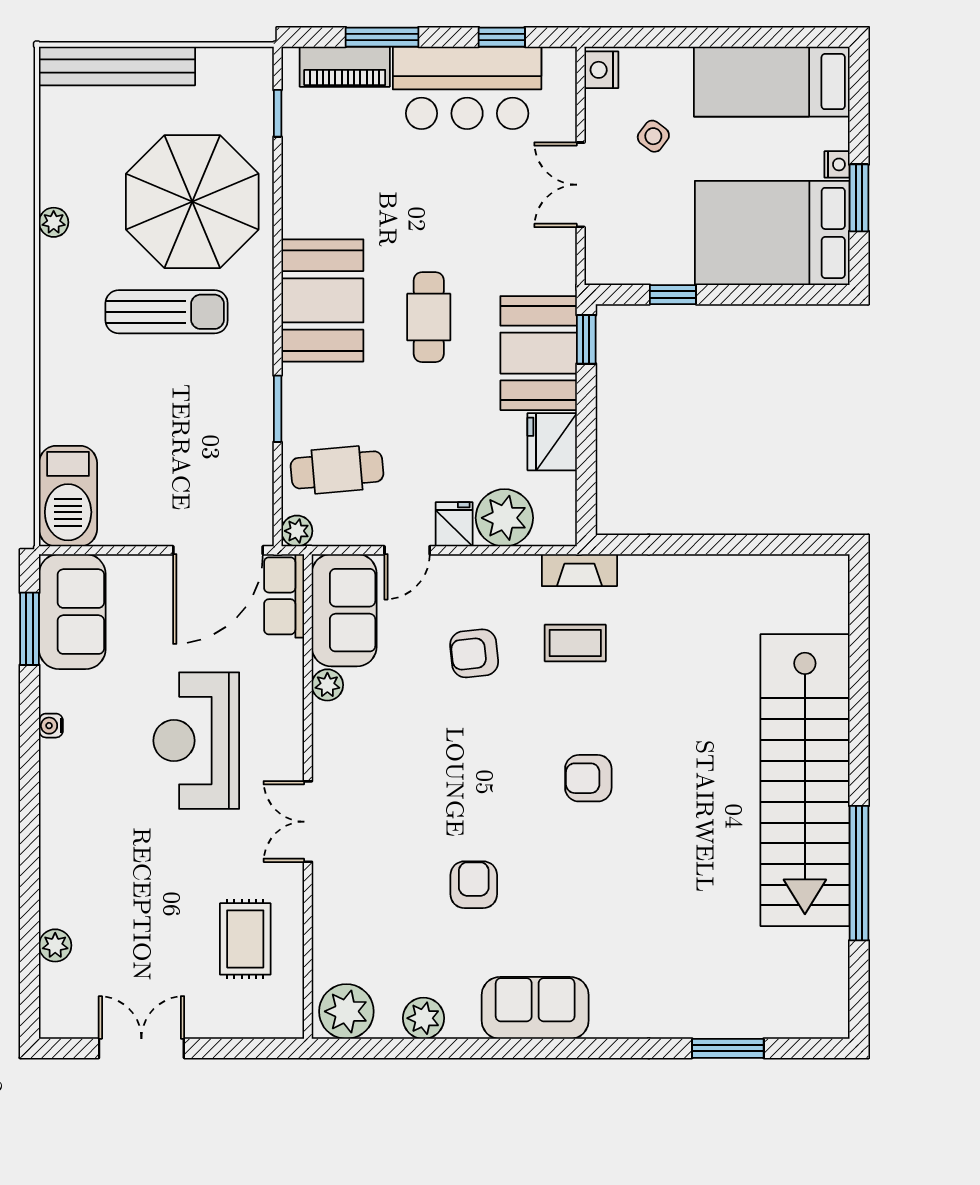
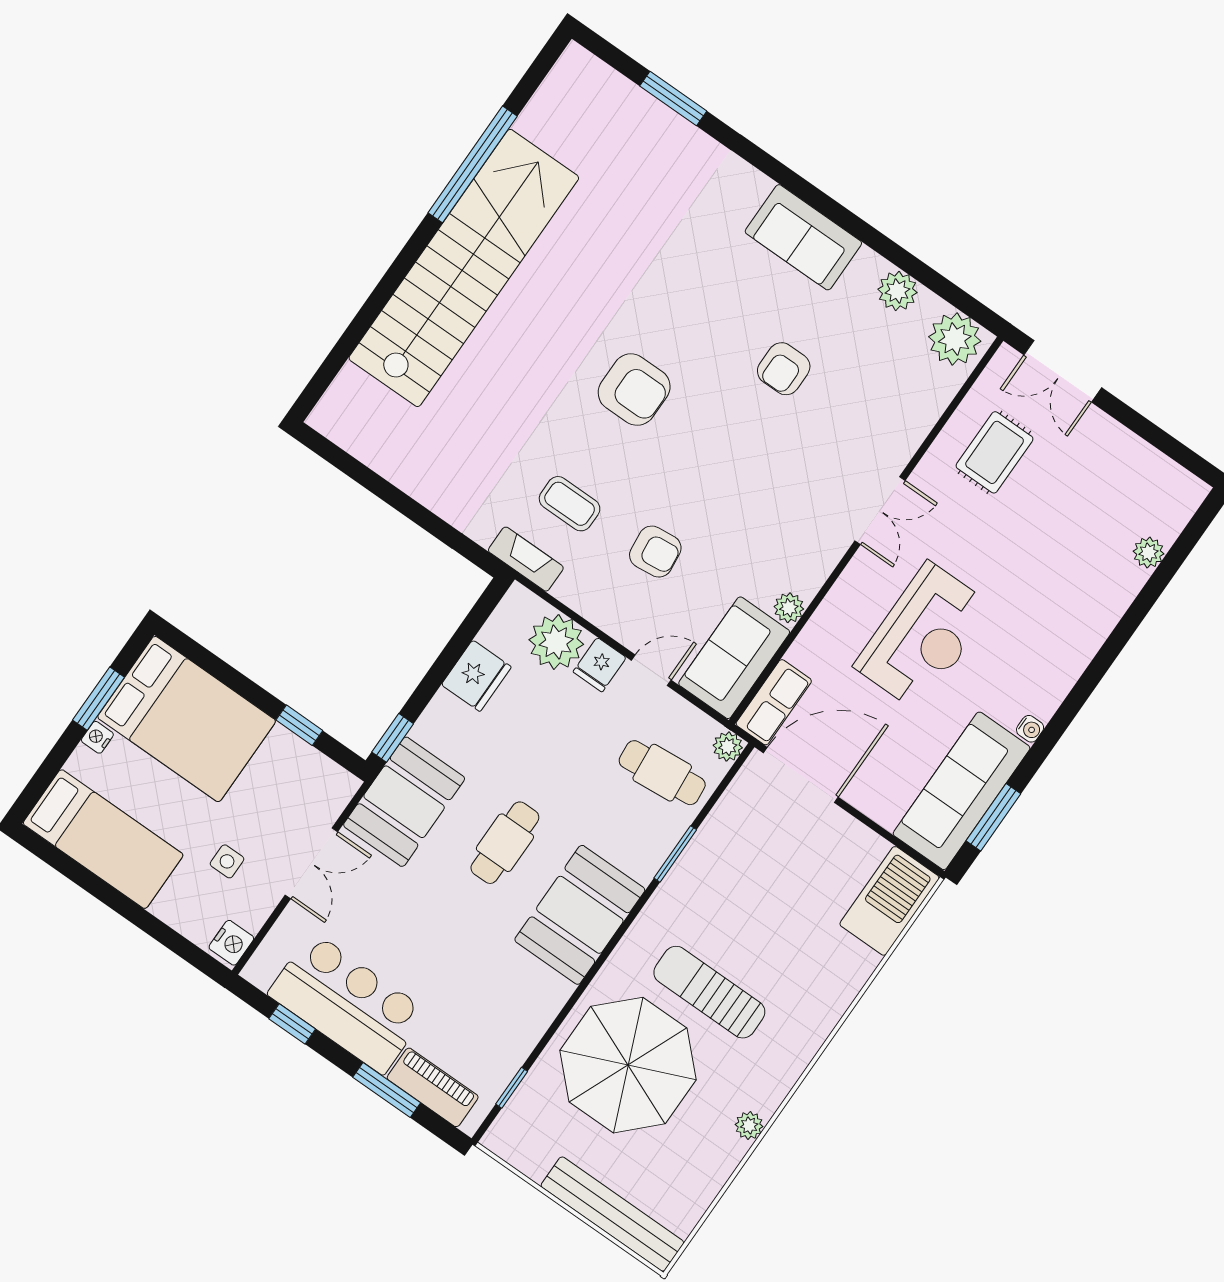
side table: (653, 136) -> (227, 861), turned -37
booth: (539, 353) -> (404, 802), moved
sofa: (72, 612) -> (962, 791), width x1.36
armchair: (588, 778) -> (634, 390), width x1.38, depth x1.38
double door: (141, 1048) -> (1063, 371), moved

